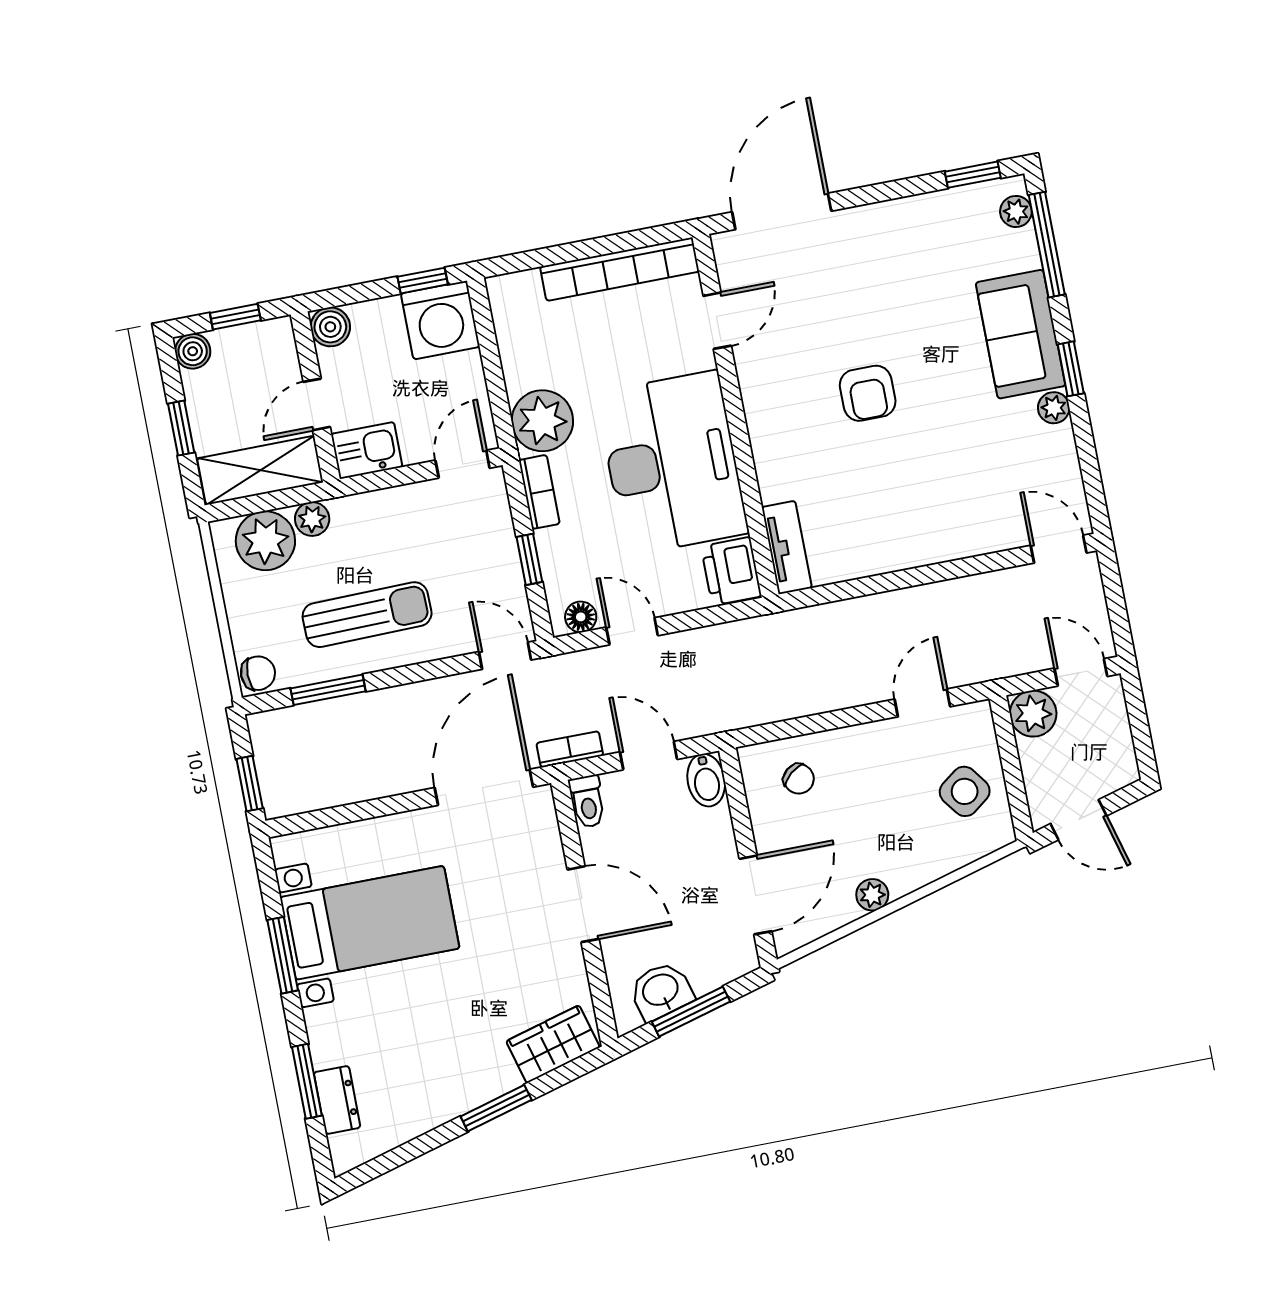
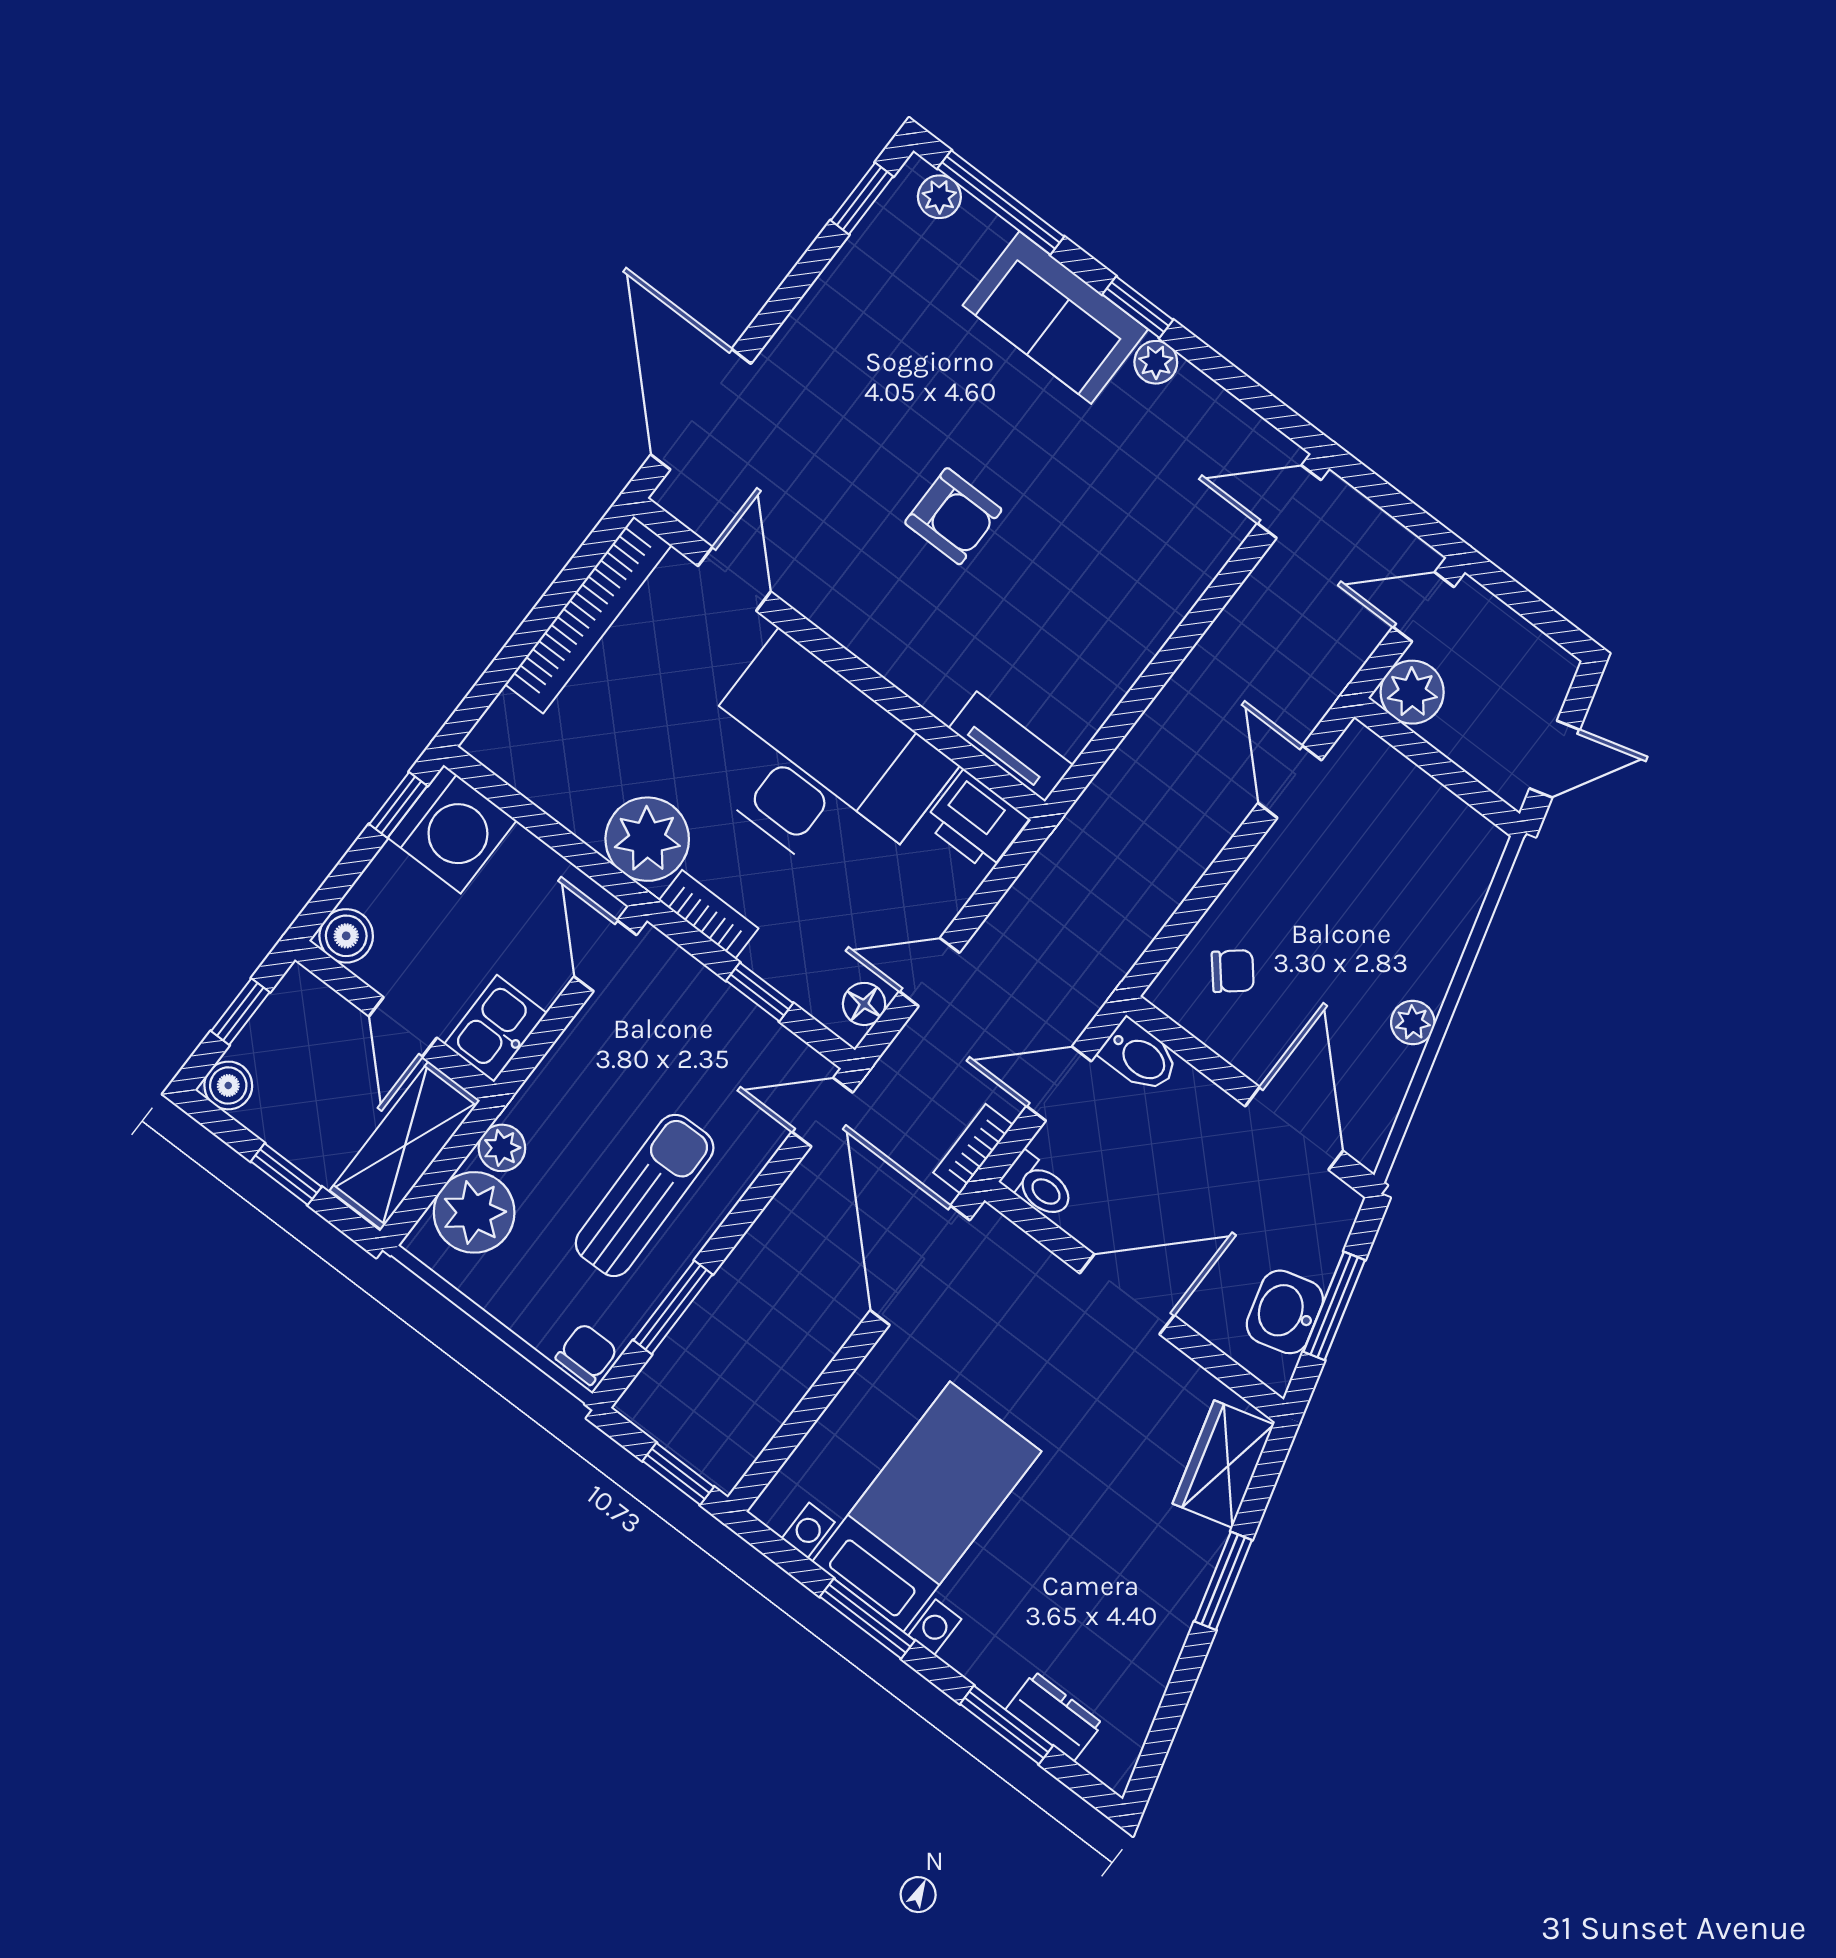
side table: (965, 791) -> (1413, 833), removed

